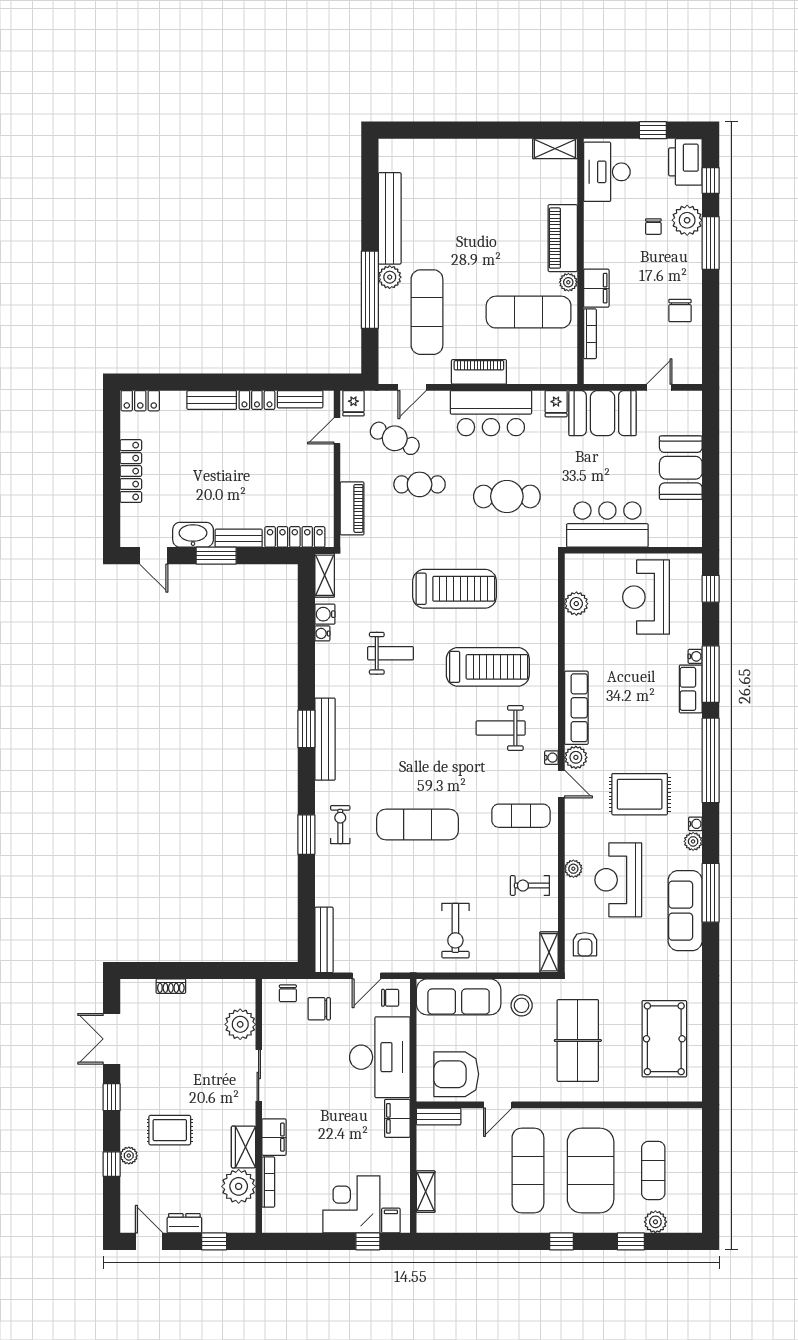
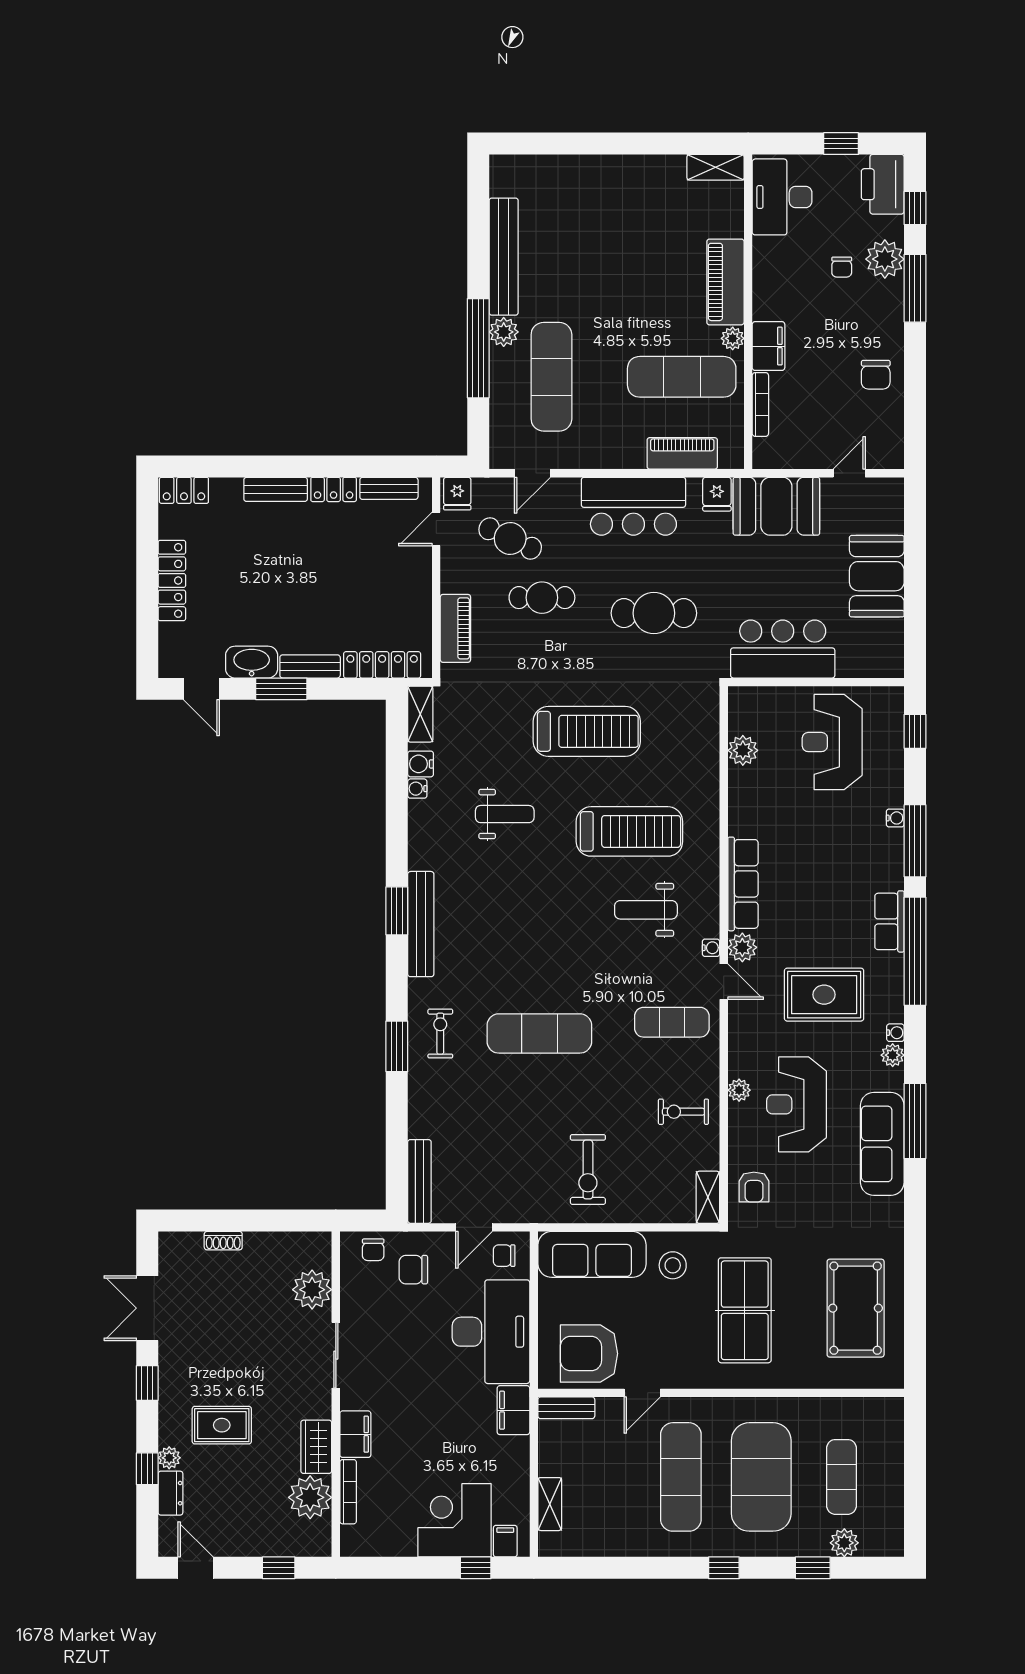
piano: (479, 372) -> (682, 453), moved
row of seats: (691, 689) -> (889, 921), moved
chair: (390, 998) -> (504, 1256), turned 180
dresser: (184, 1223) -> (170, 1493), moved, turned 90

